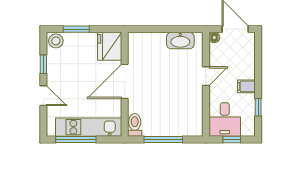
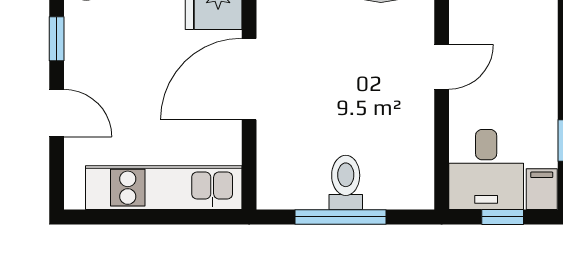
filing cabinet: (246, 86) -> (542, 189), moved, turned 90
toilet: (135, 125) -> (346, 182), moved
window: (76, 140) -> (134, 217), removed

